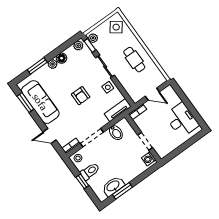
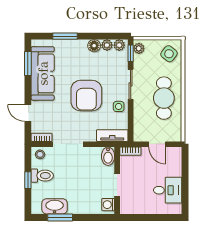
cafe table: (134, 60) -> (164, 98), width x1.37, depth x1.35
plant: (53, 64) -> (107, 45), moved
armchair: (81, 96) -> (86, 96), width x1.88, depth x1.88
desk: (182, 120) -> (168, 190), width x0.73
bidet: (116, 133) -> (108, 156), moved

